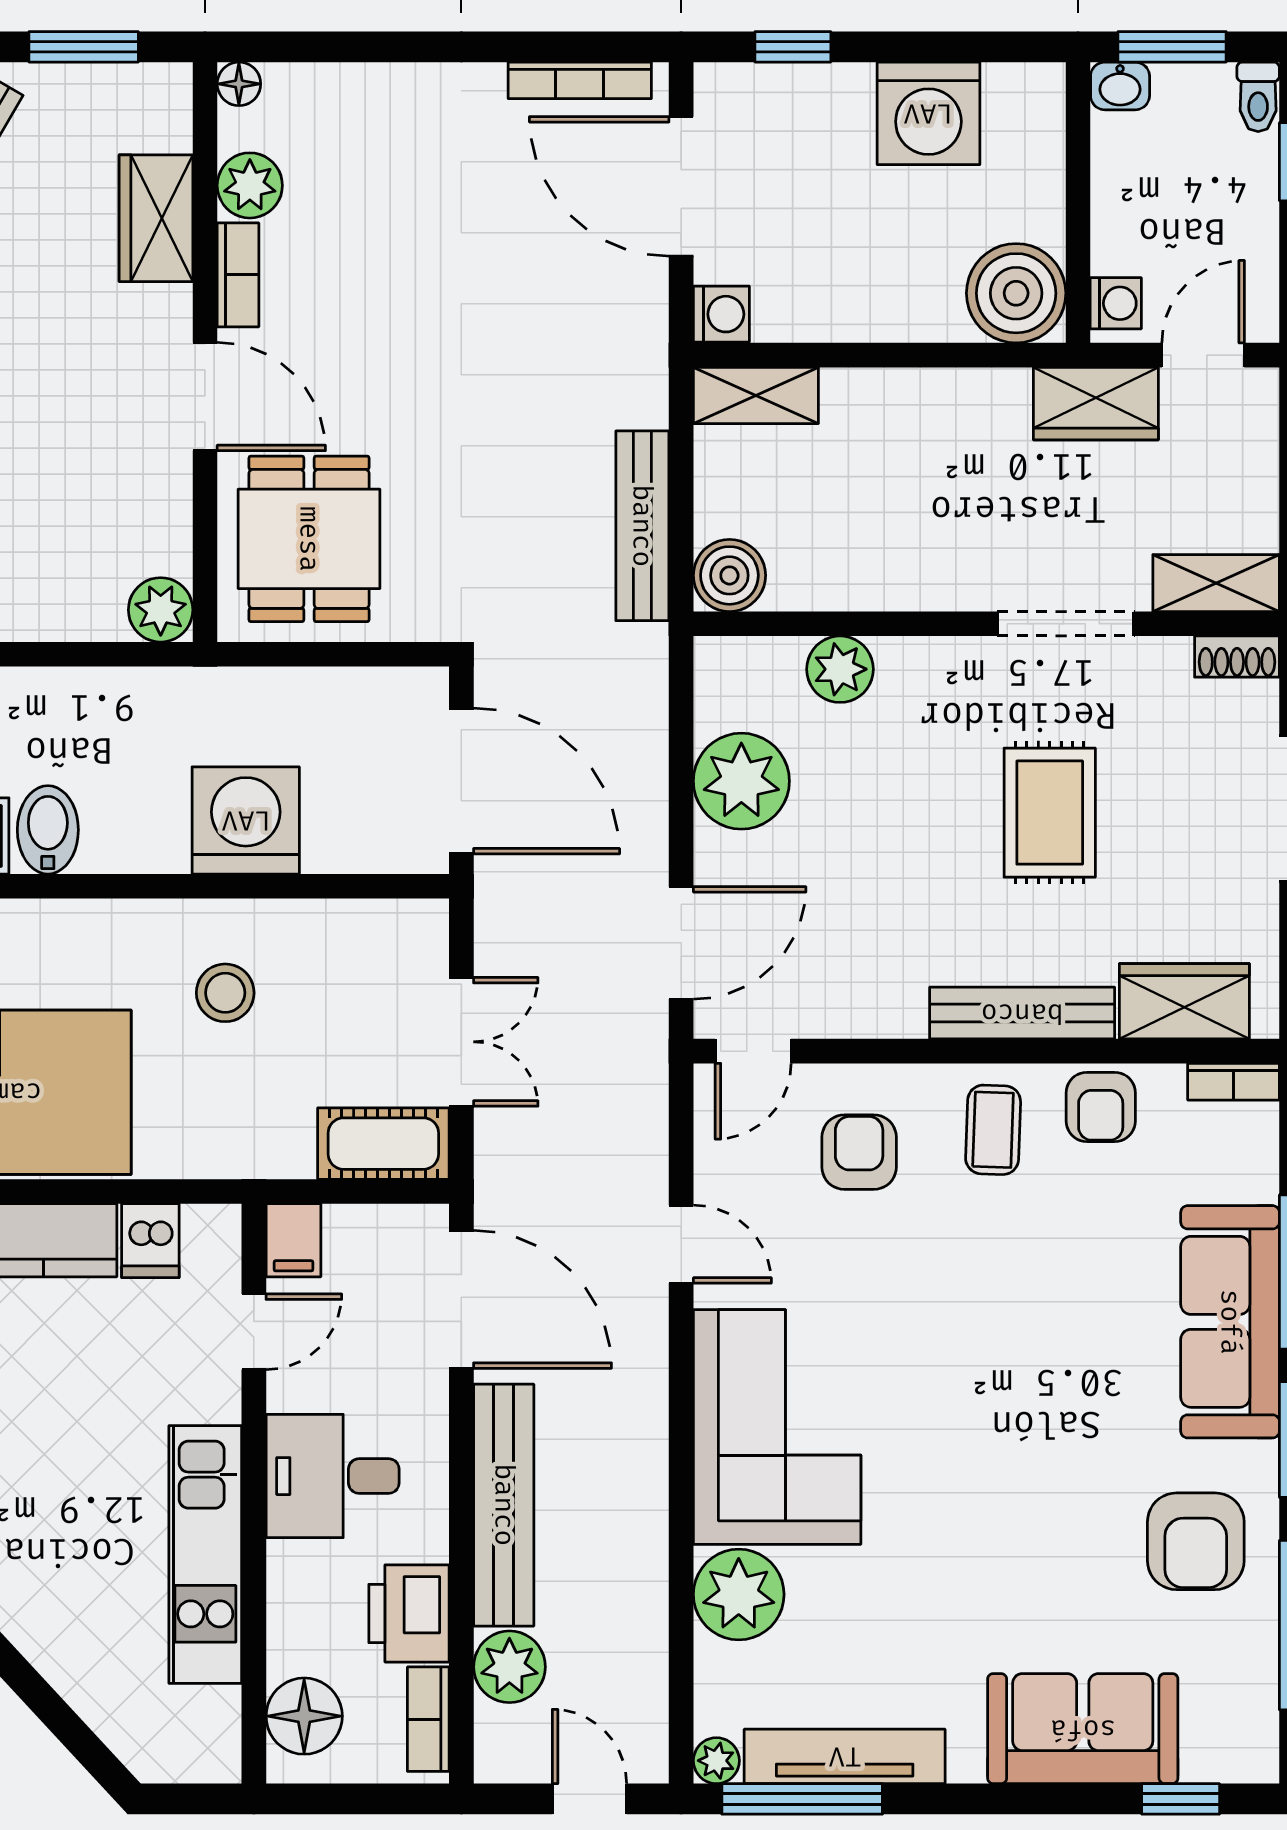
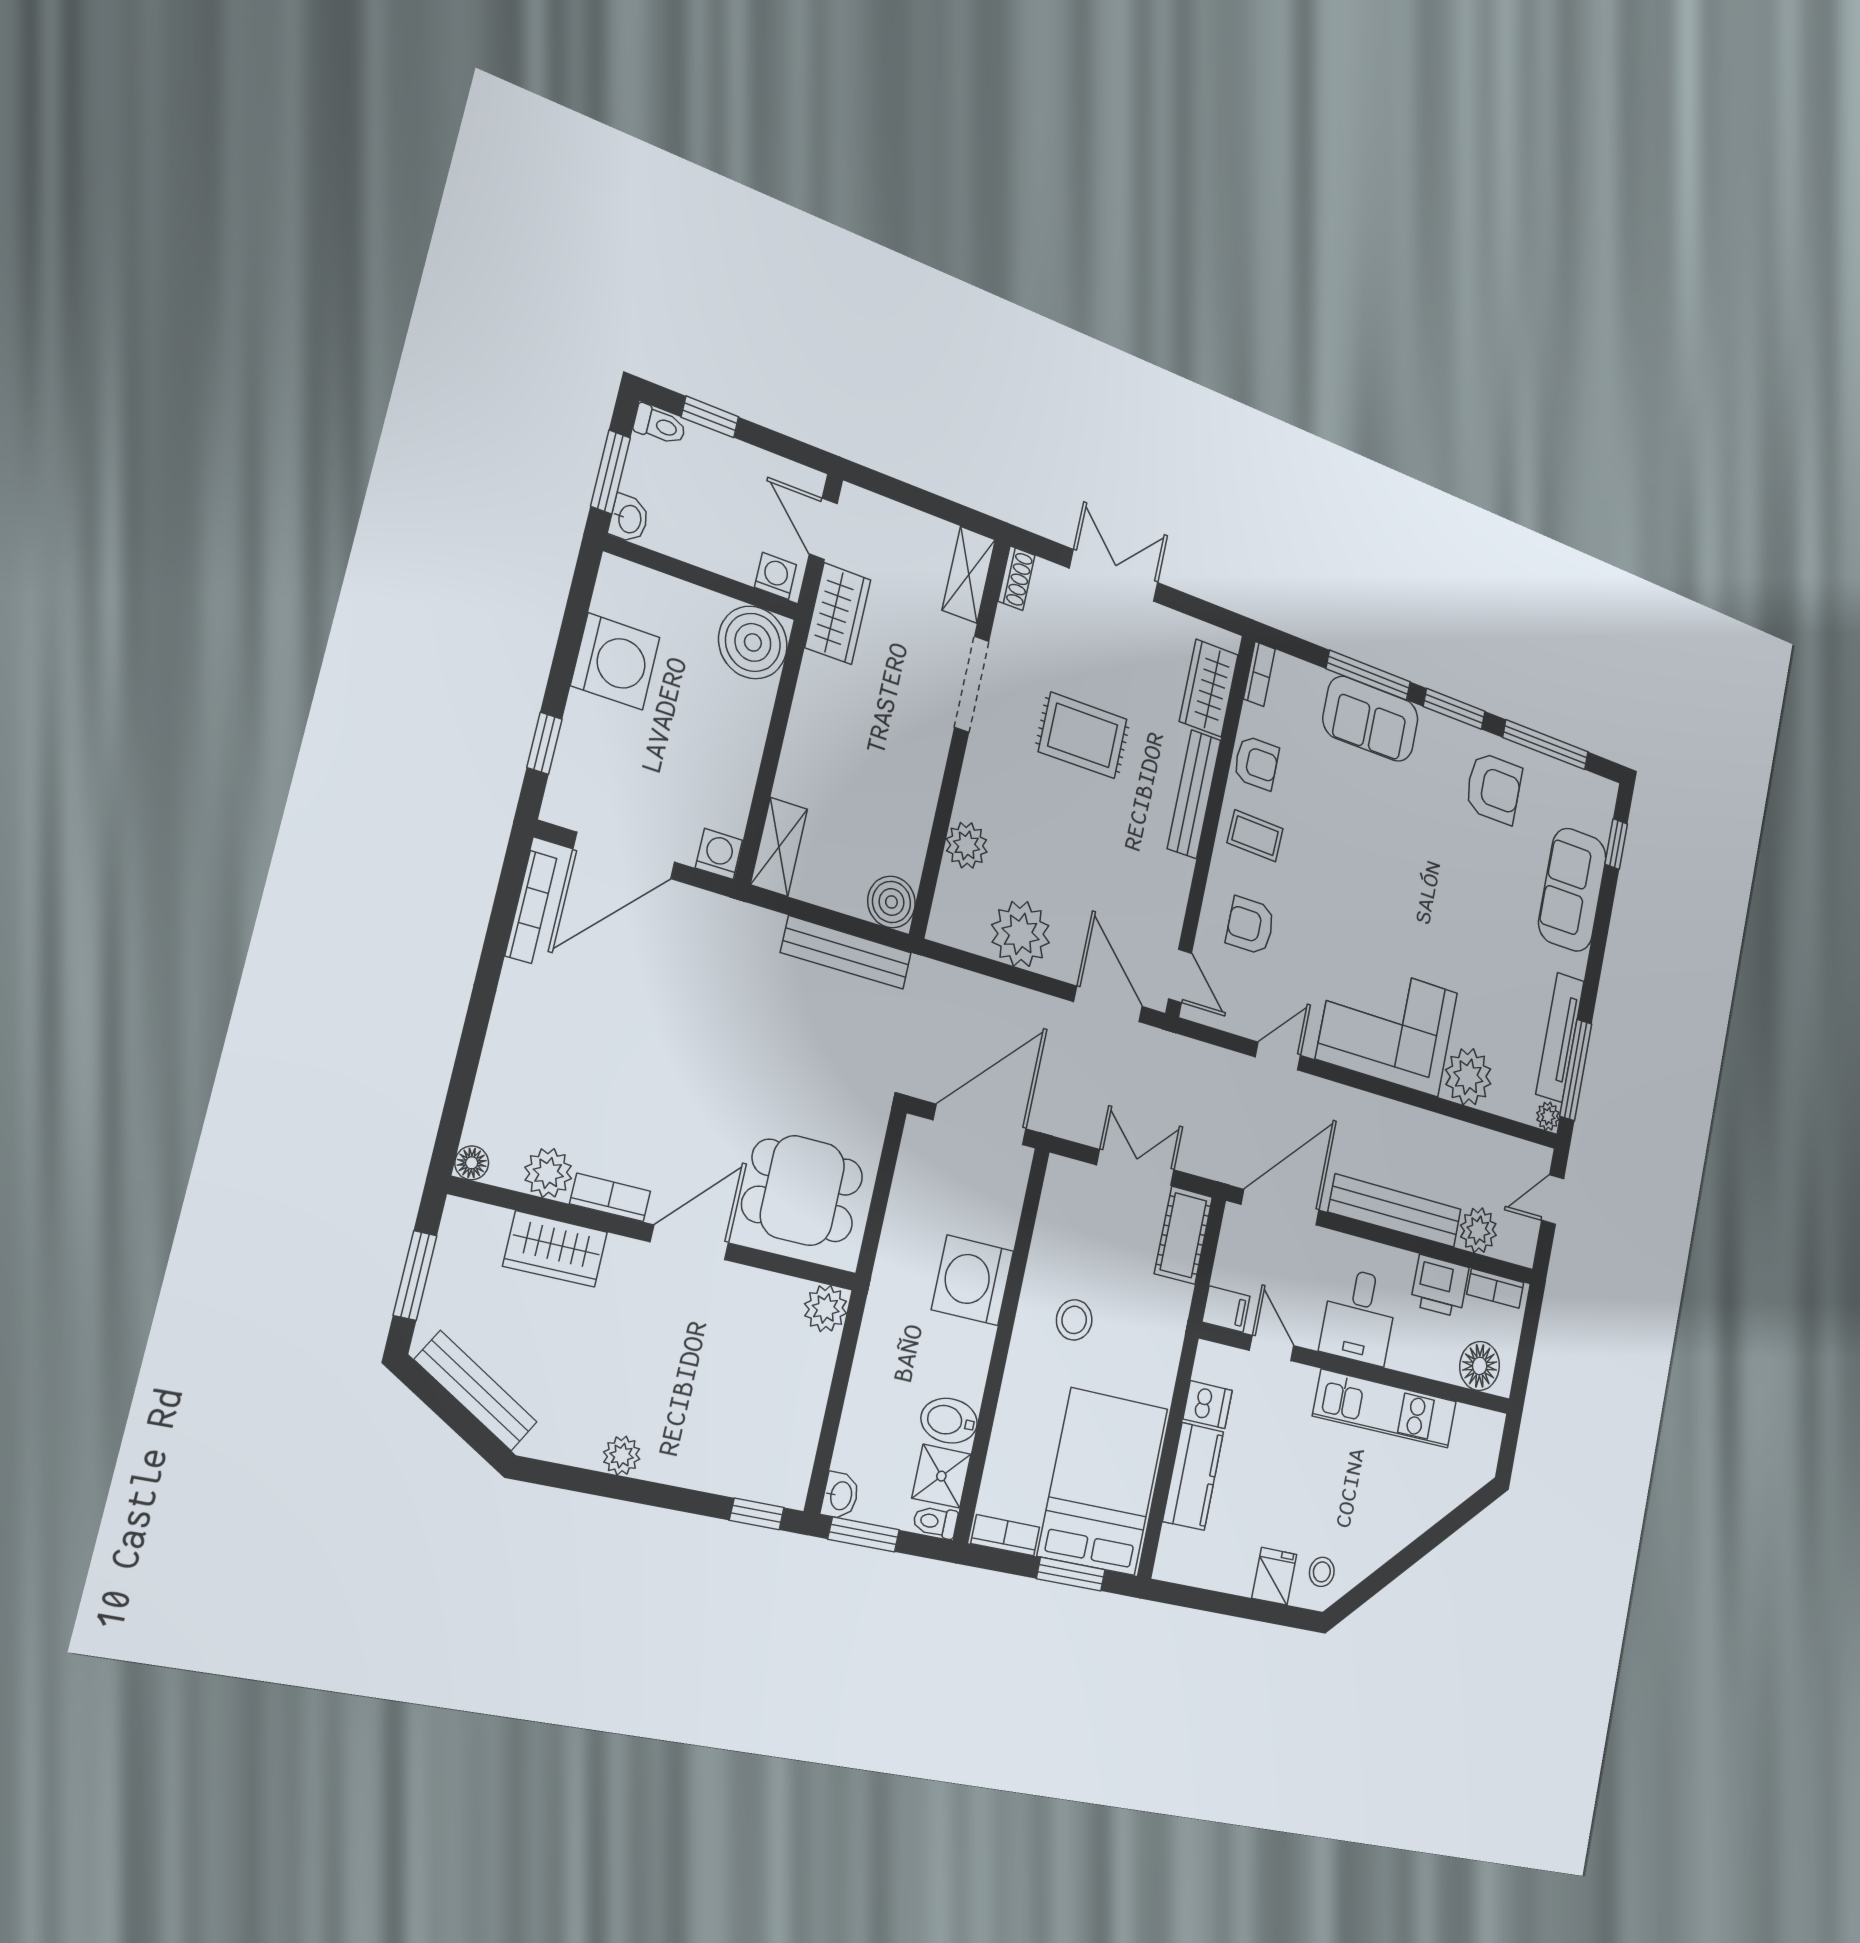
sofa: (1230, 1322) -> (1371, 719), width x0.73

